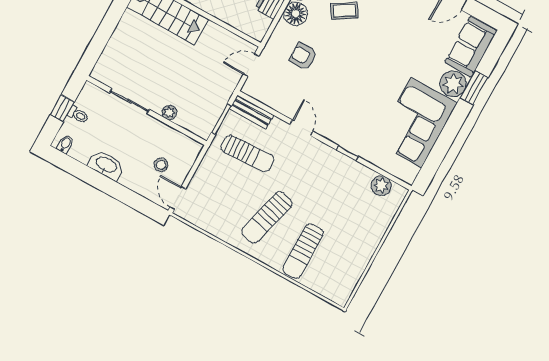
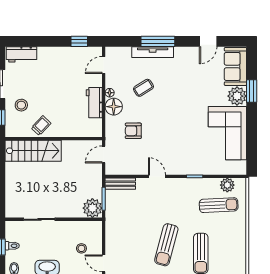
plant: (169, 112) -> (92, 208), moved, width x1.87, depth x1.87
sun lounger: (247, 153) -> (219, 205), moved

